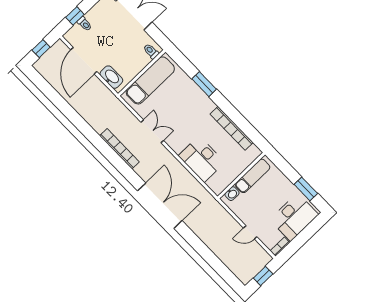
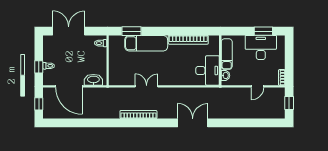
exam couch: (150, 80) -> (146, 43), moved, turned 90
window: (204, 84) -> (131, 31), moved
desk: (202, 159) -> (208, 70), moved, turned -90
double door: (160, 206) -> (193, 123), width x0.73
desk: (294, 217) -> (261, 47), moved, turned -90

